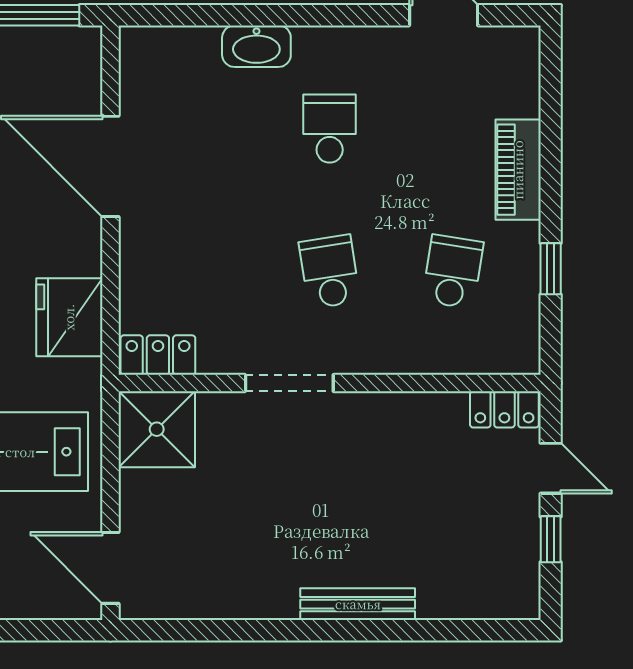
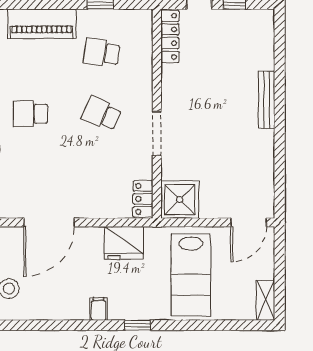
piano: (518, 170) -> (42, 24), width x1.37, depth x1.33
school desk: (330, 272) -> (102, 114), turned 33
locker: (504, 409) -> (170, 36), width x1.53

